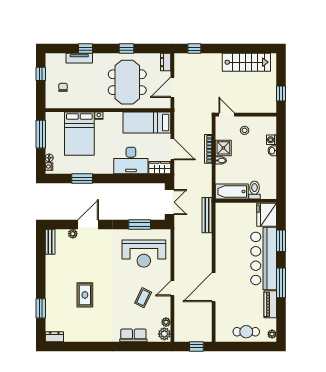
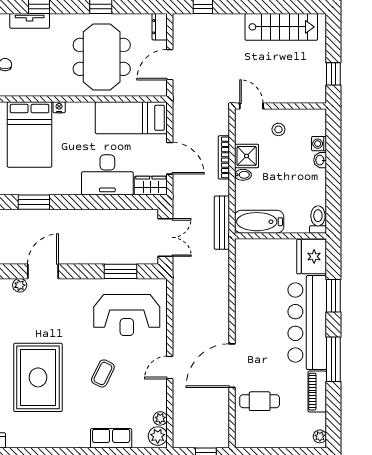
toilet: (255, 190) -> (318, 219), moved
bench: (207, 215) -> (222, 223), moved
rug: (85, 295) -> (38, 377), width x1.86, depth x2.06
coffee table: (143, 298) -> (103, 373), moved
cafe table: (246, 332) -> (260, 401), moved

